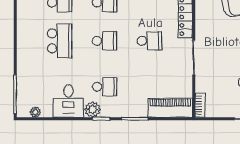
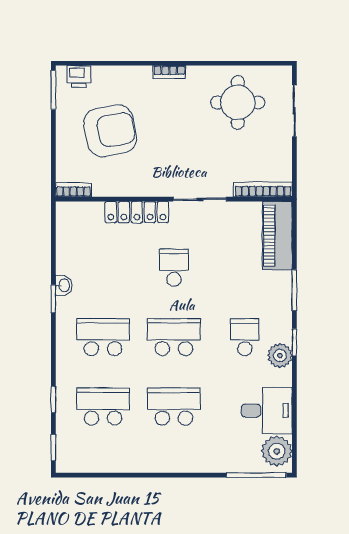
school desk: (104, 41) -> (174, 337), width x1.85
desk: (68, 101) -> (267, 411), moved
bookcase: (200, 105) -> (263, 189), width x1.56
plant: (35, 112) -> (277, 451), width x1.87, depth x1.87

